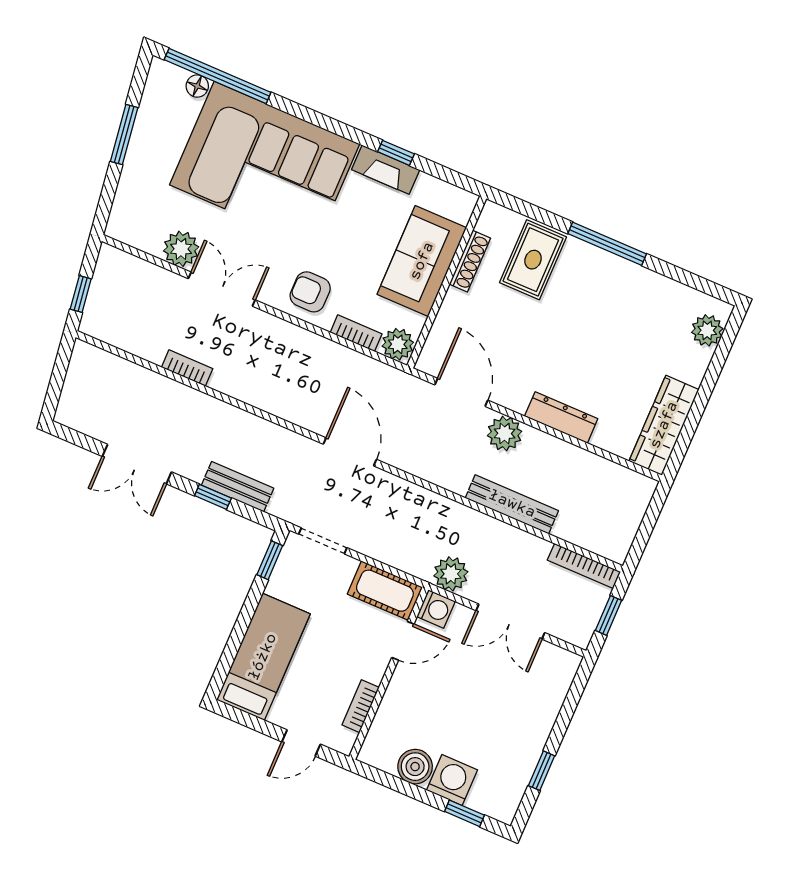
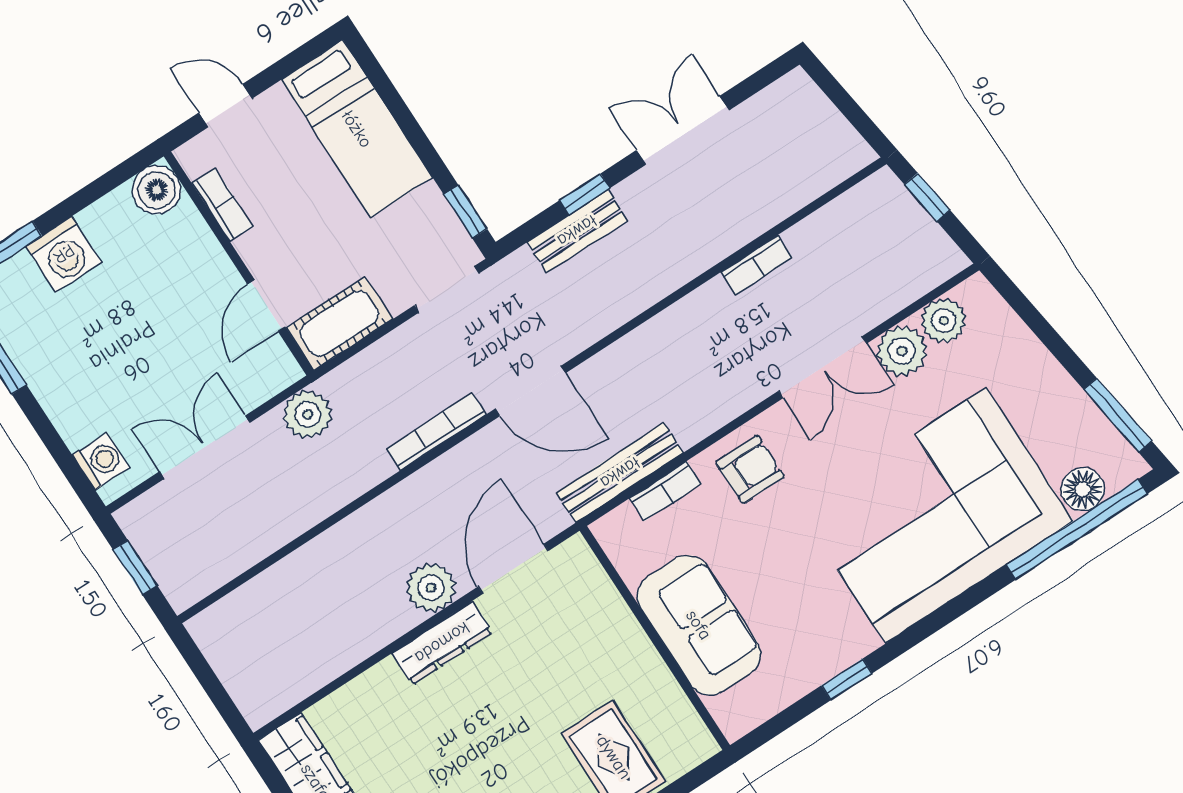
floor lamp: (197, 86) -> (1083, 489), width x1.37, depth x1.37
window: (124, 135) -> (1118, 415), moved
fireplace: (386, 170) -> (835, 654), removed
shoe rack: (470, 261) -> (661, 682), removed
plant: (398, 344) -> (944, 321), moved
door: (461, 392) -> (513, 569), swing flipped
dresser: (561, 417) -> (442, 643), moved
bench: (512, 504) -> (620, 473), moved
bookcase: (584, 566) -> (436, 432), moved
washing machine: (436, 609) -> (101, 461), moved, turned 180
door: (301, 743) -> (225, 106), hinge flipped
boiler: (415, 767) -> (157, 190), moved

